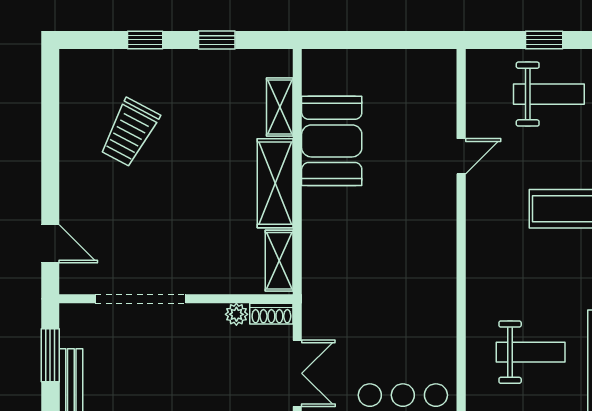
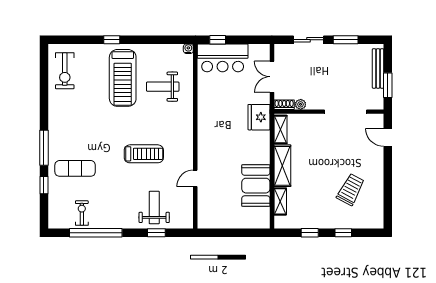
weight bench: (549, 94) -> (154, 208), turned 90
fridge: (325, 287) -> (259, 117), added

